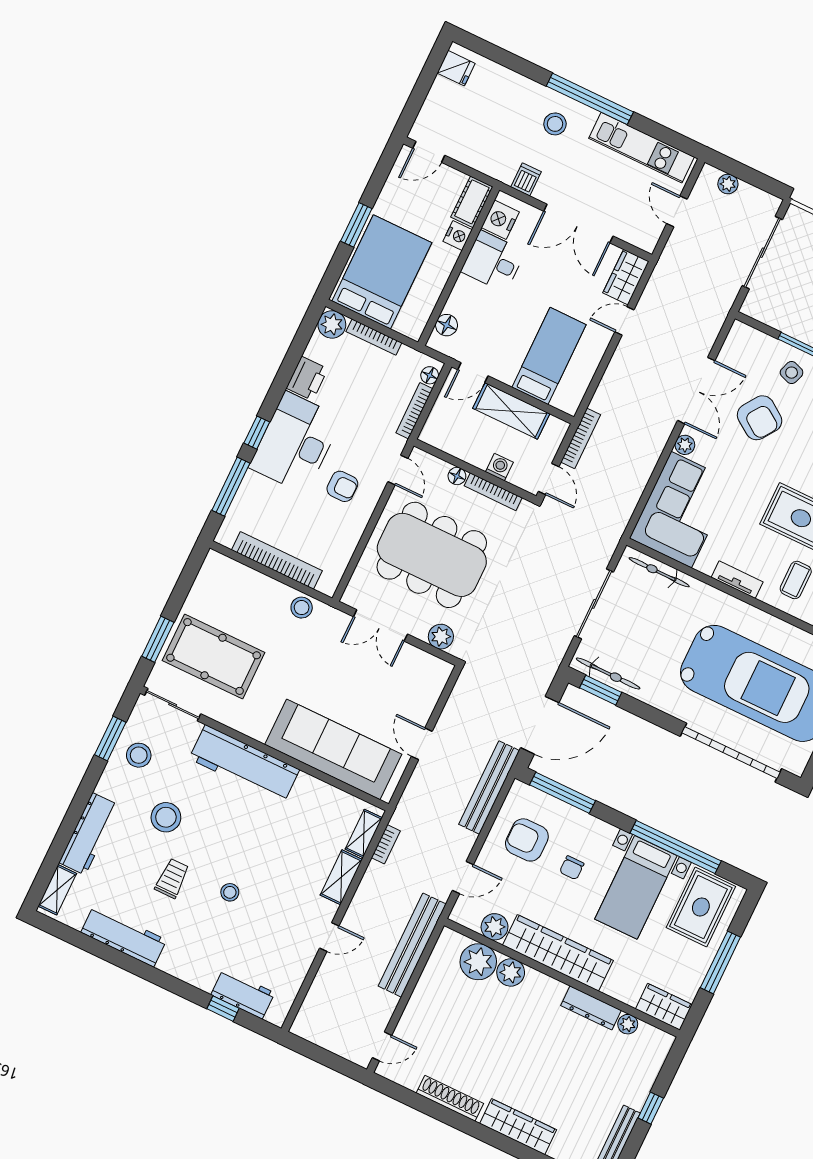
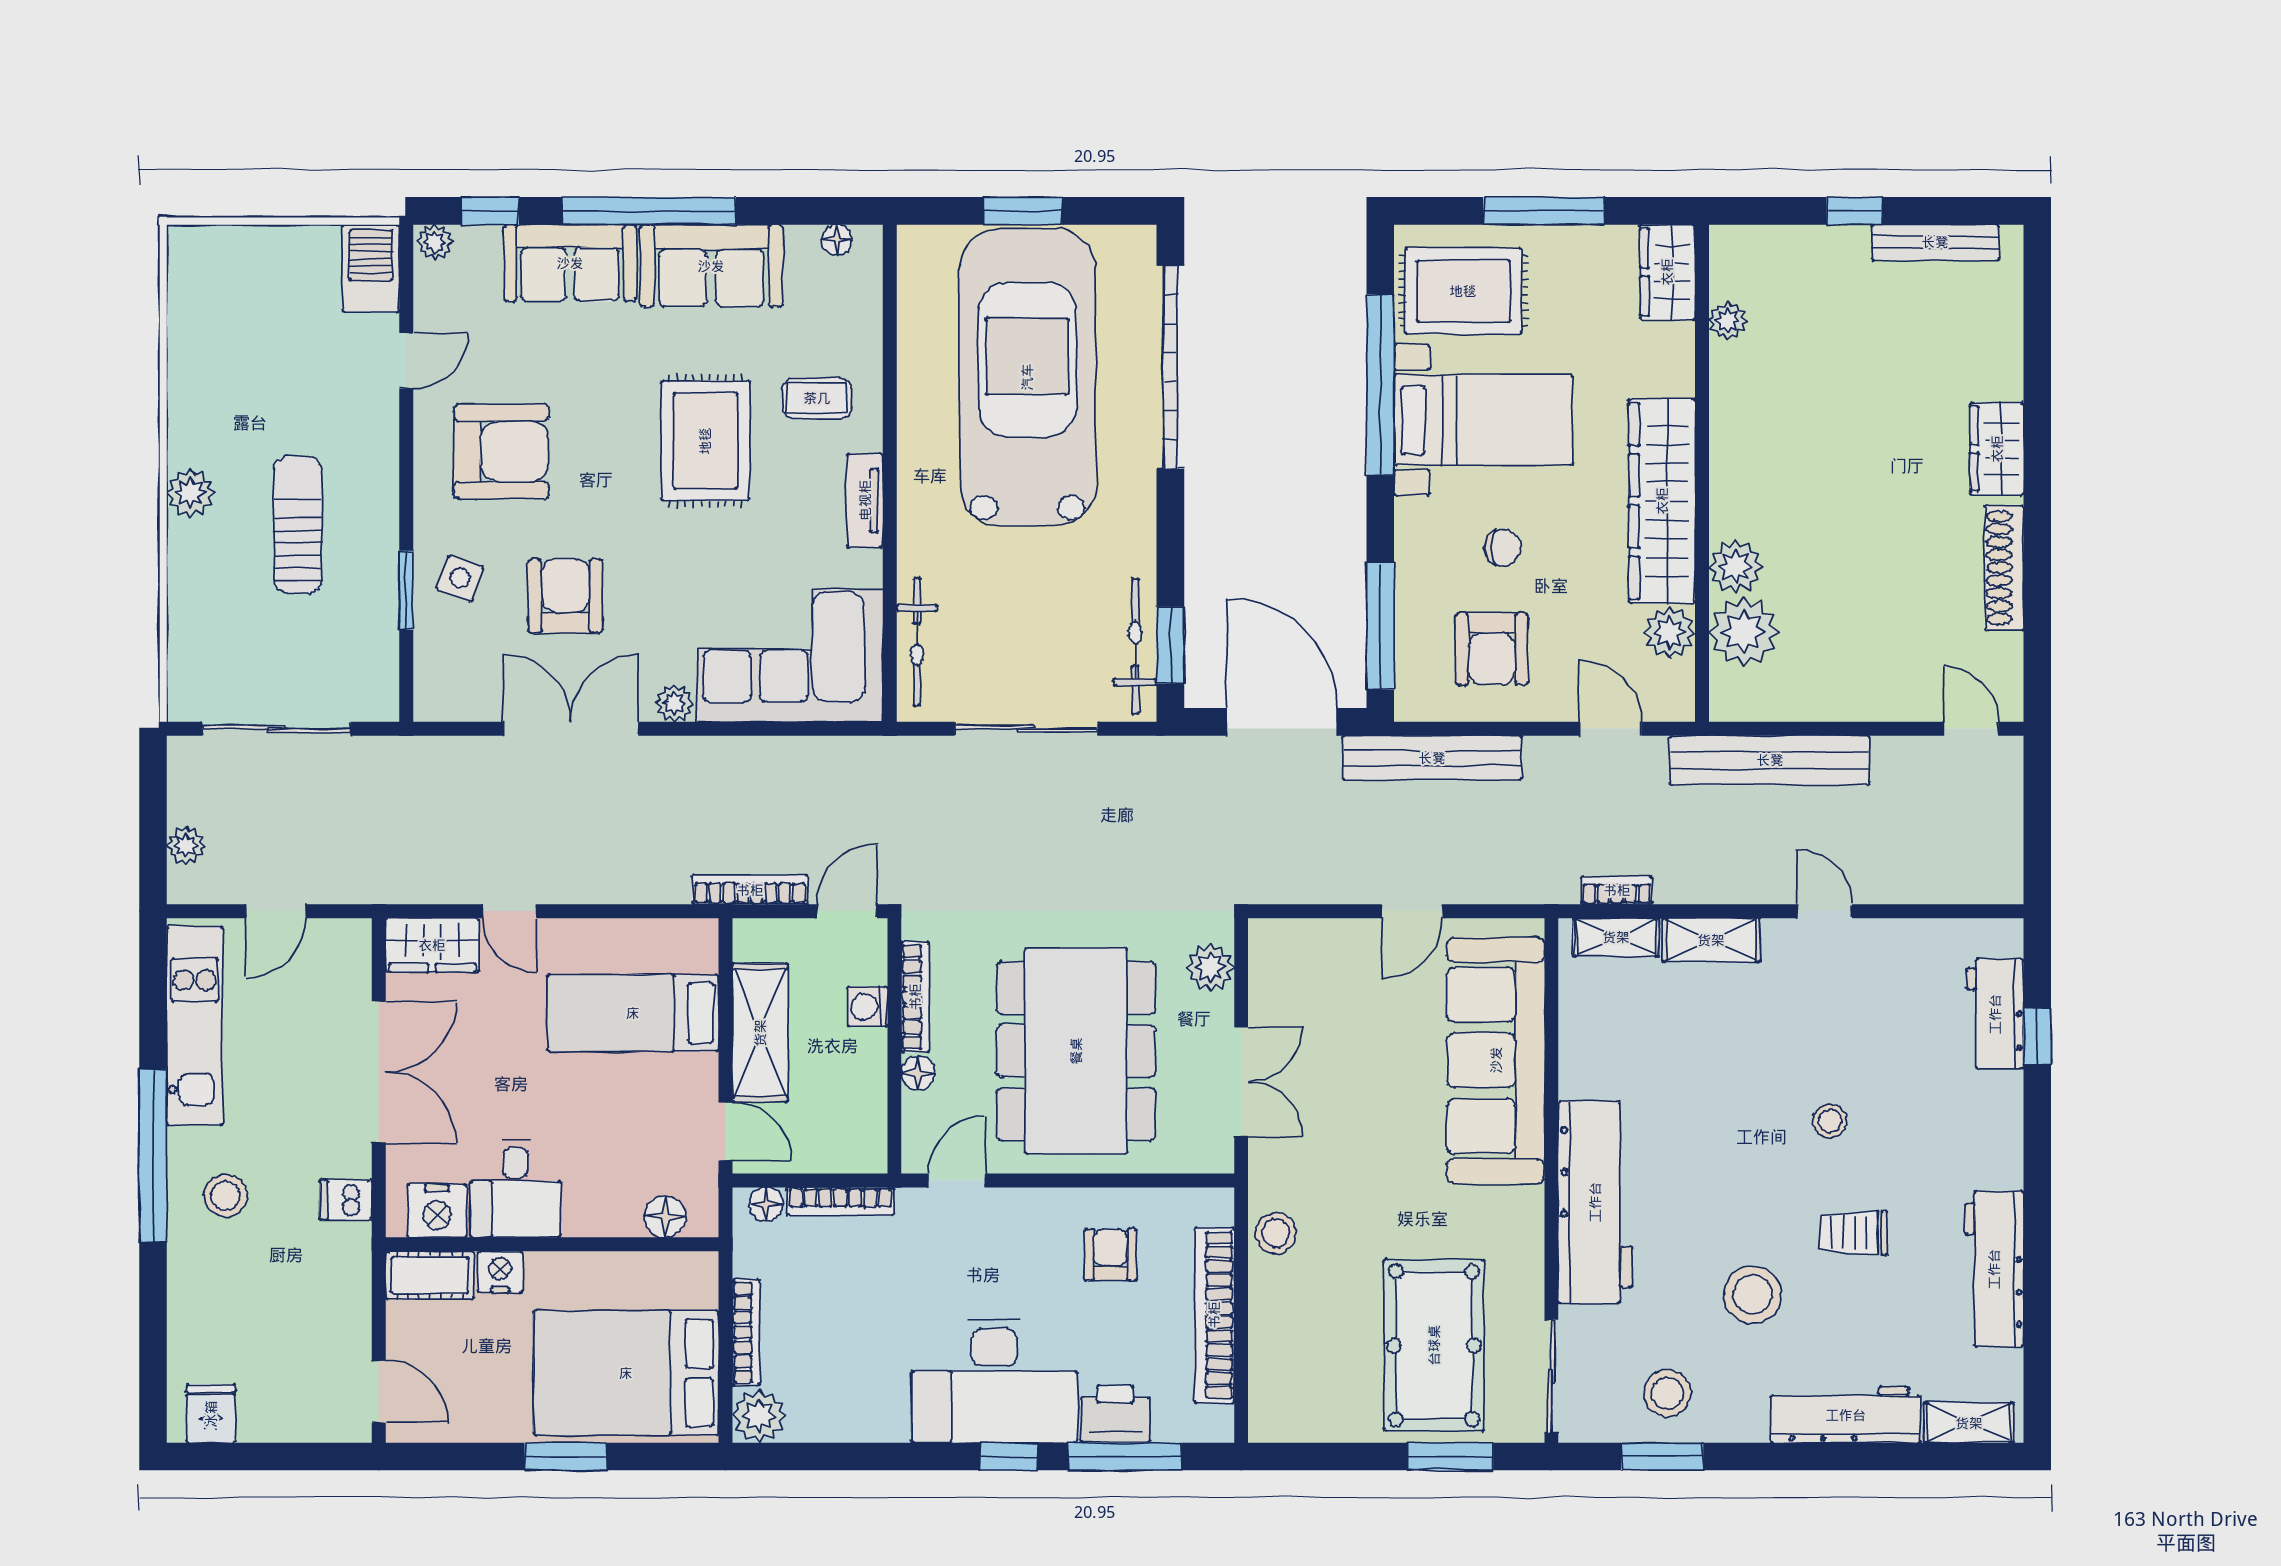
printer: (307, 378) -> (1115, 1414), moved
armchair: (760, 418) -> (565, 596), turned -35
armchair: (342, 486) -> (1111, 1255), moved
dresser: (591, 1008) -> (1730, 398), removed
wardrobe: (518, 1127) -> (1997, 449), width x0.67

